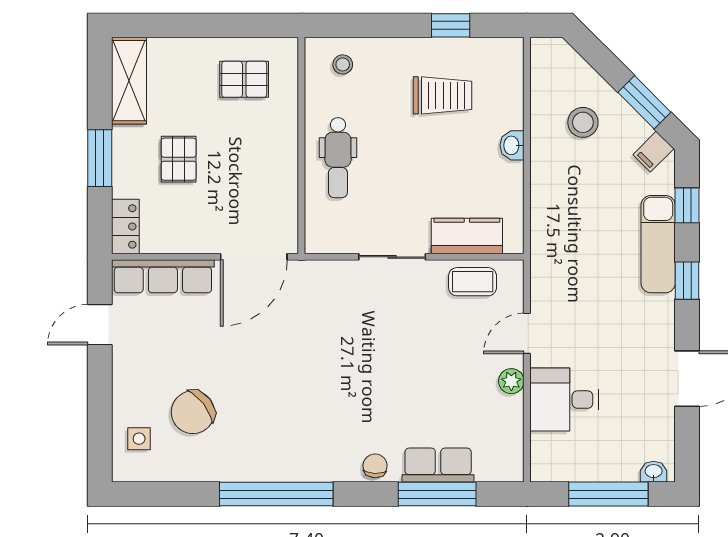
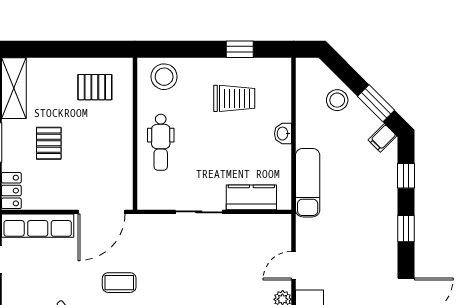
stool: (343, 64) -> (164, 77), width x1.89, depth x1.89
stool: (583, 122) -> (337, 100), moved
exam couch: (658, 244) -> (308, 183), moved, turned 180
coffee table: (473, 282) -> (119, 283), moved

